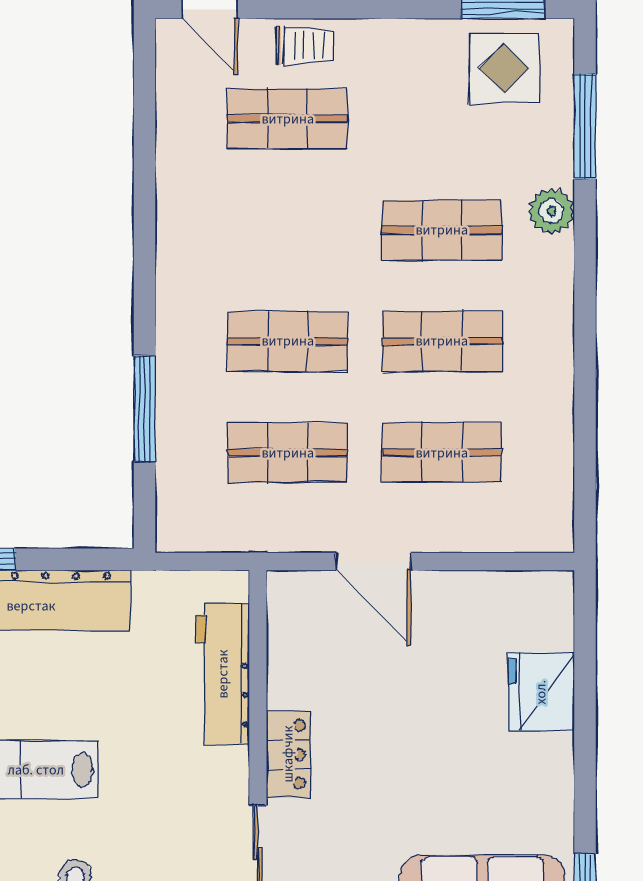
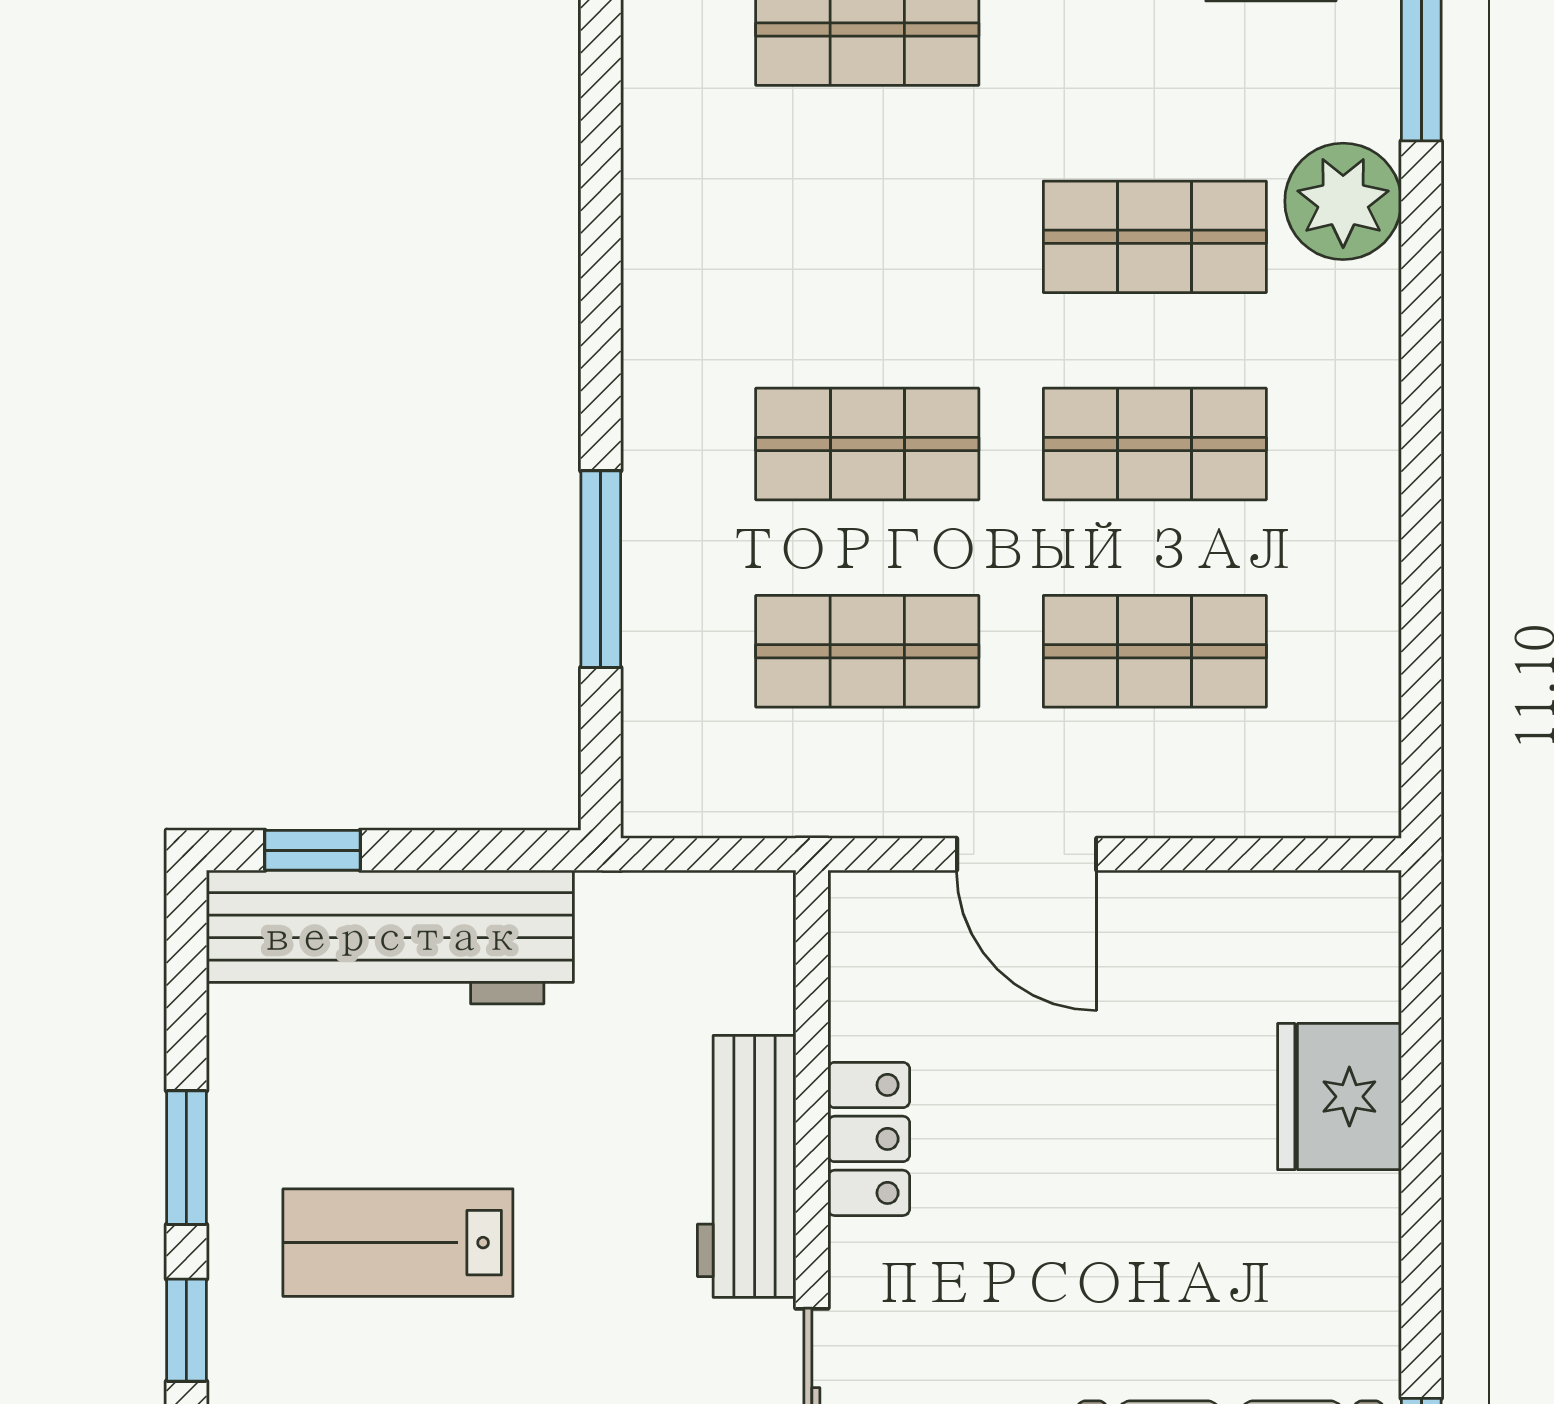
plant: (551, 211) -> (1343, 201), width x1.36, depth x1.36
workbench: (223, 674) -> (747, 1166), moved
locker: (288, 754) -> (869, 1139), moved

